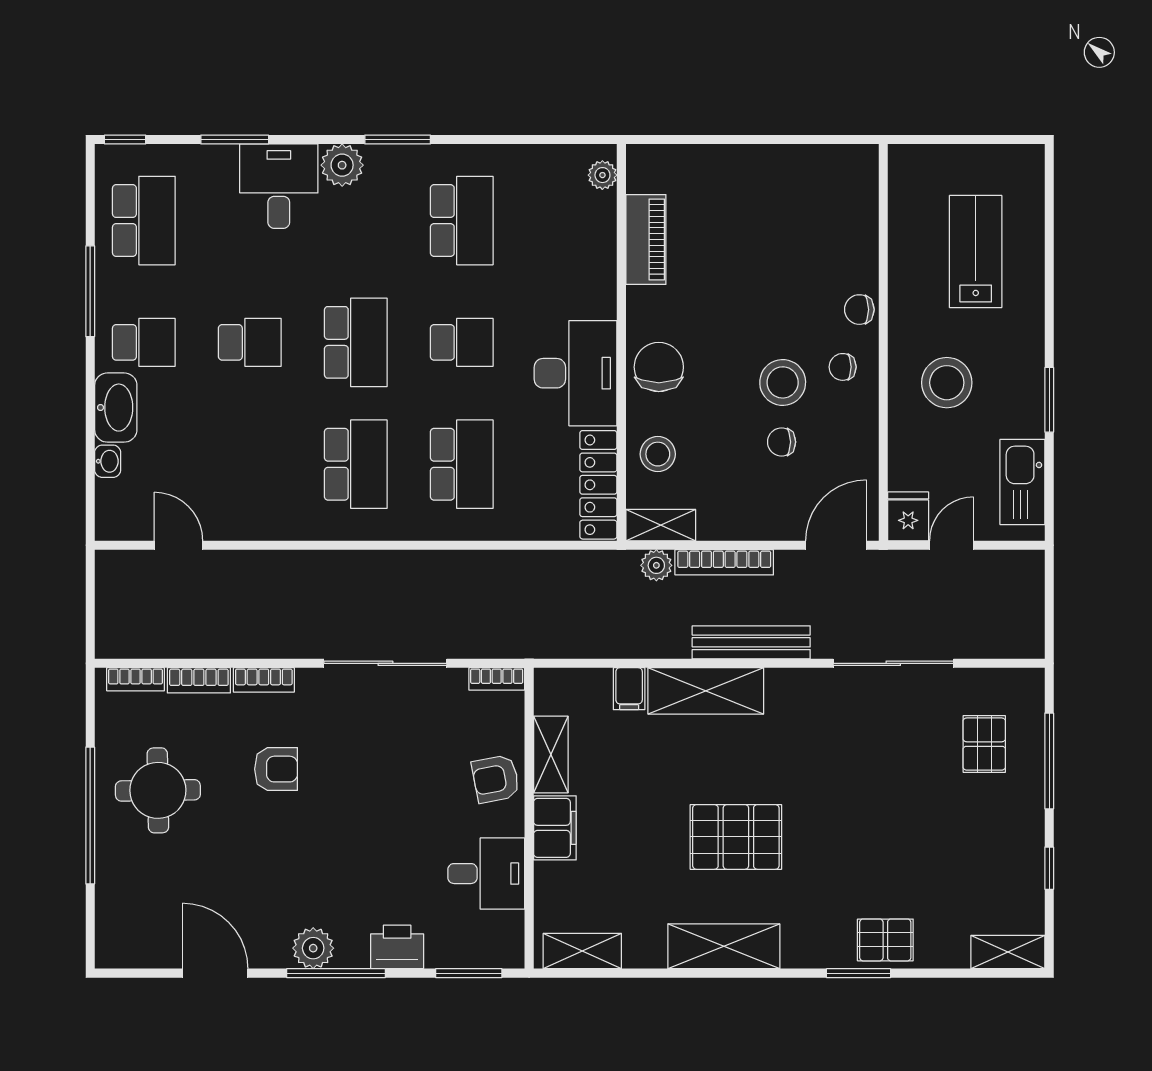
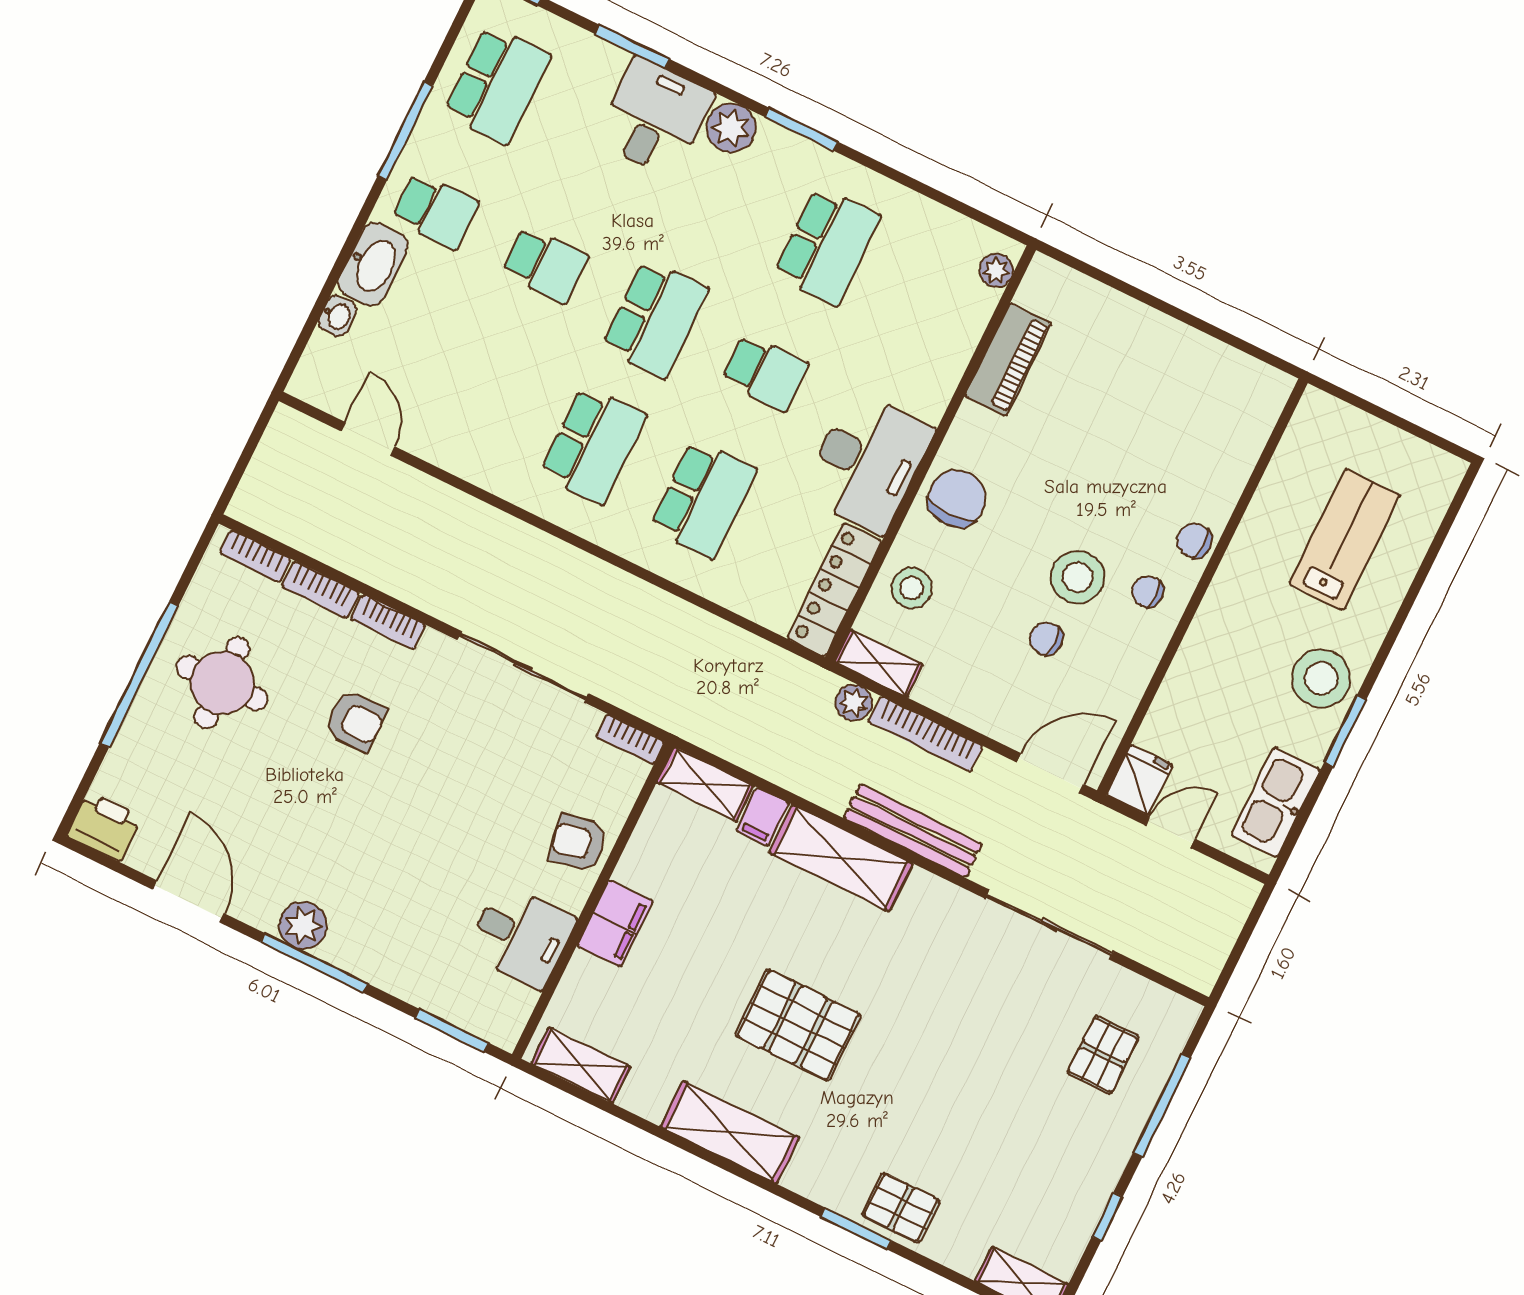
stool: (947, 383) -> (1321, 678), moved
shelving: (551, 754) -> (705, 784), moved, turned 90
printer: (397, 947) -> (104, 826), moved

